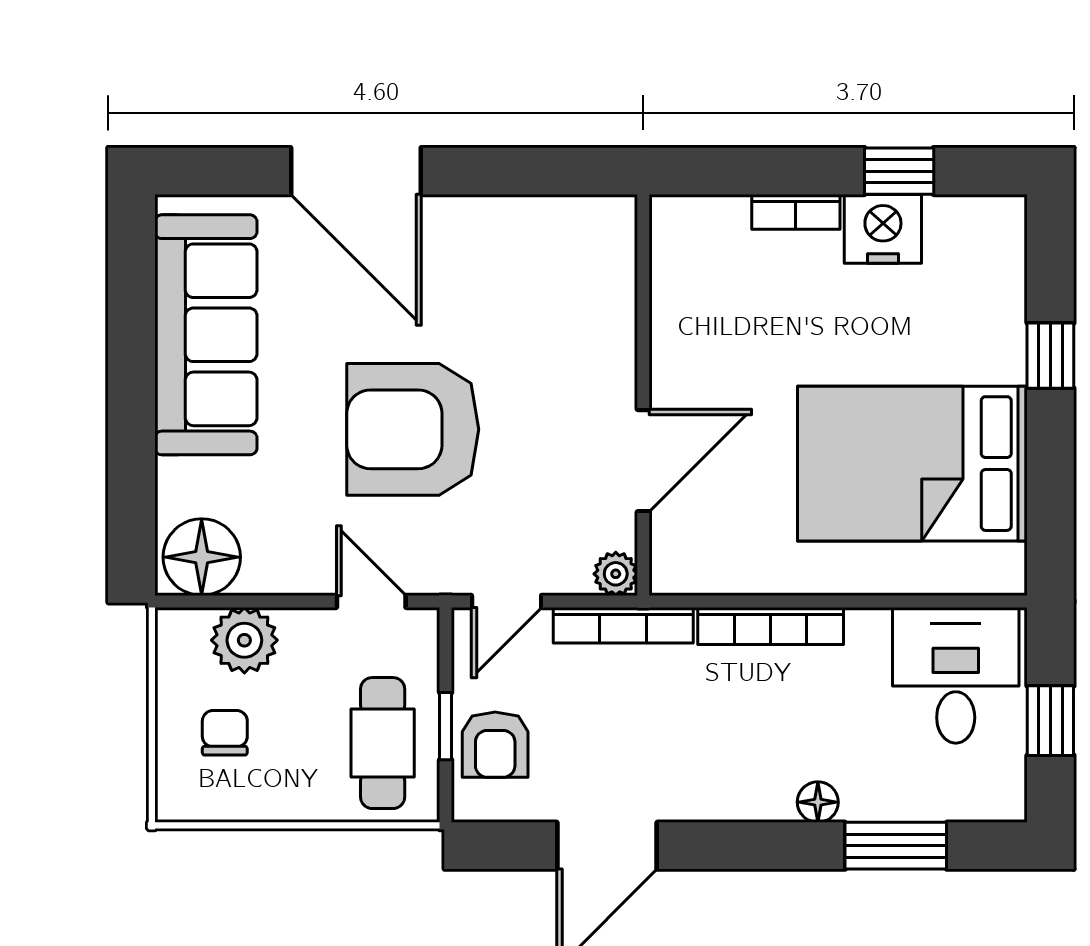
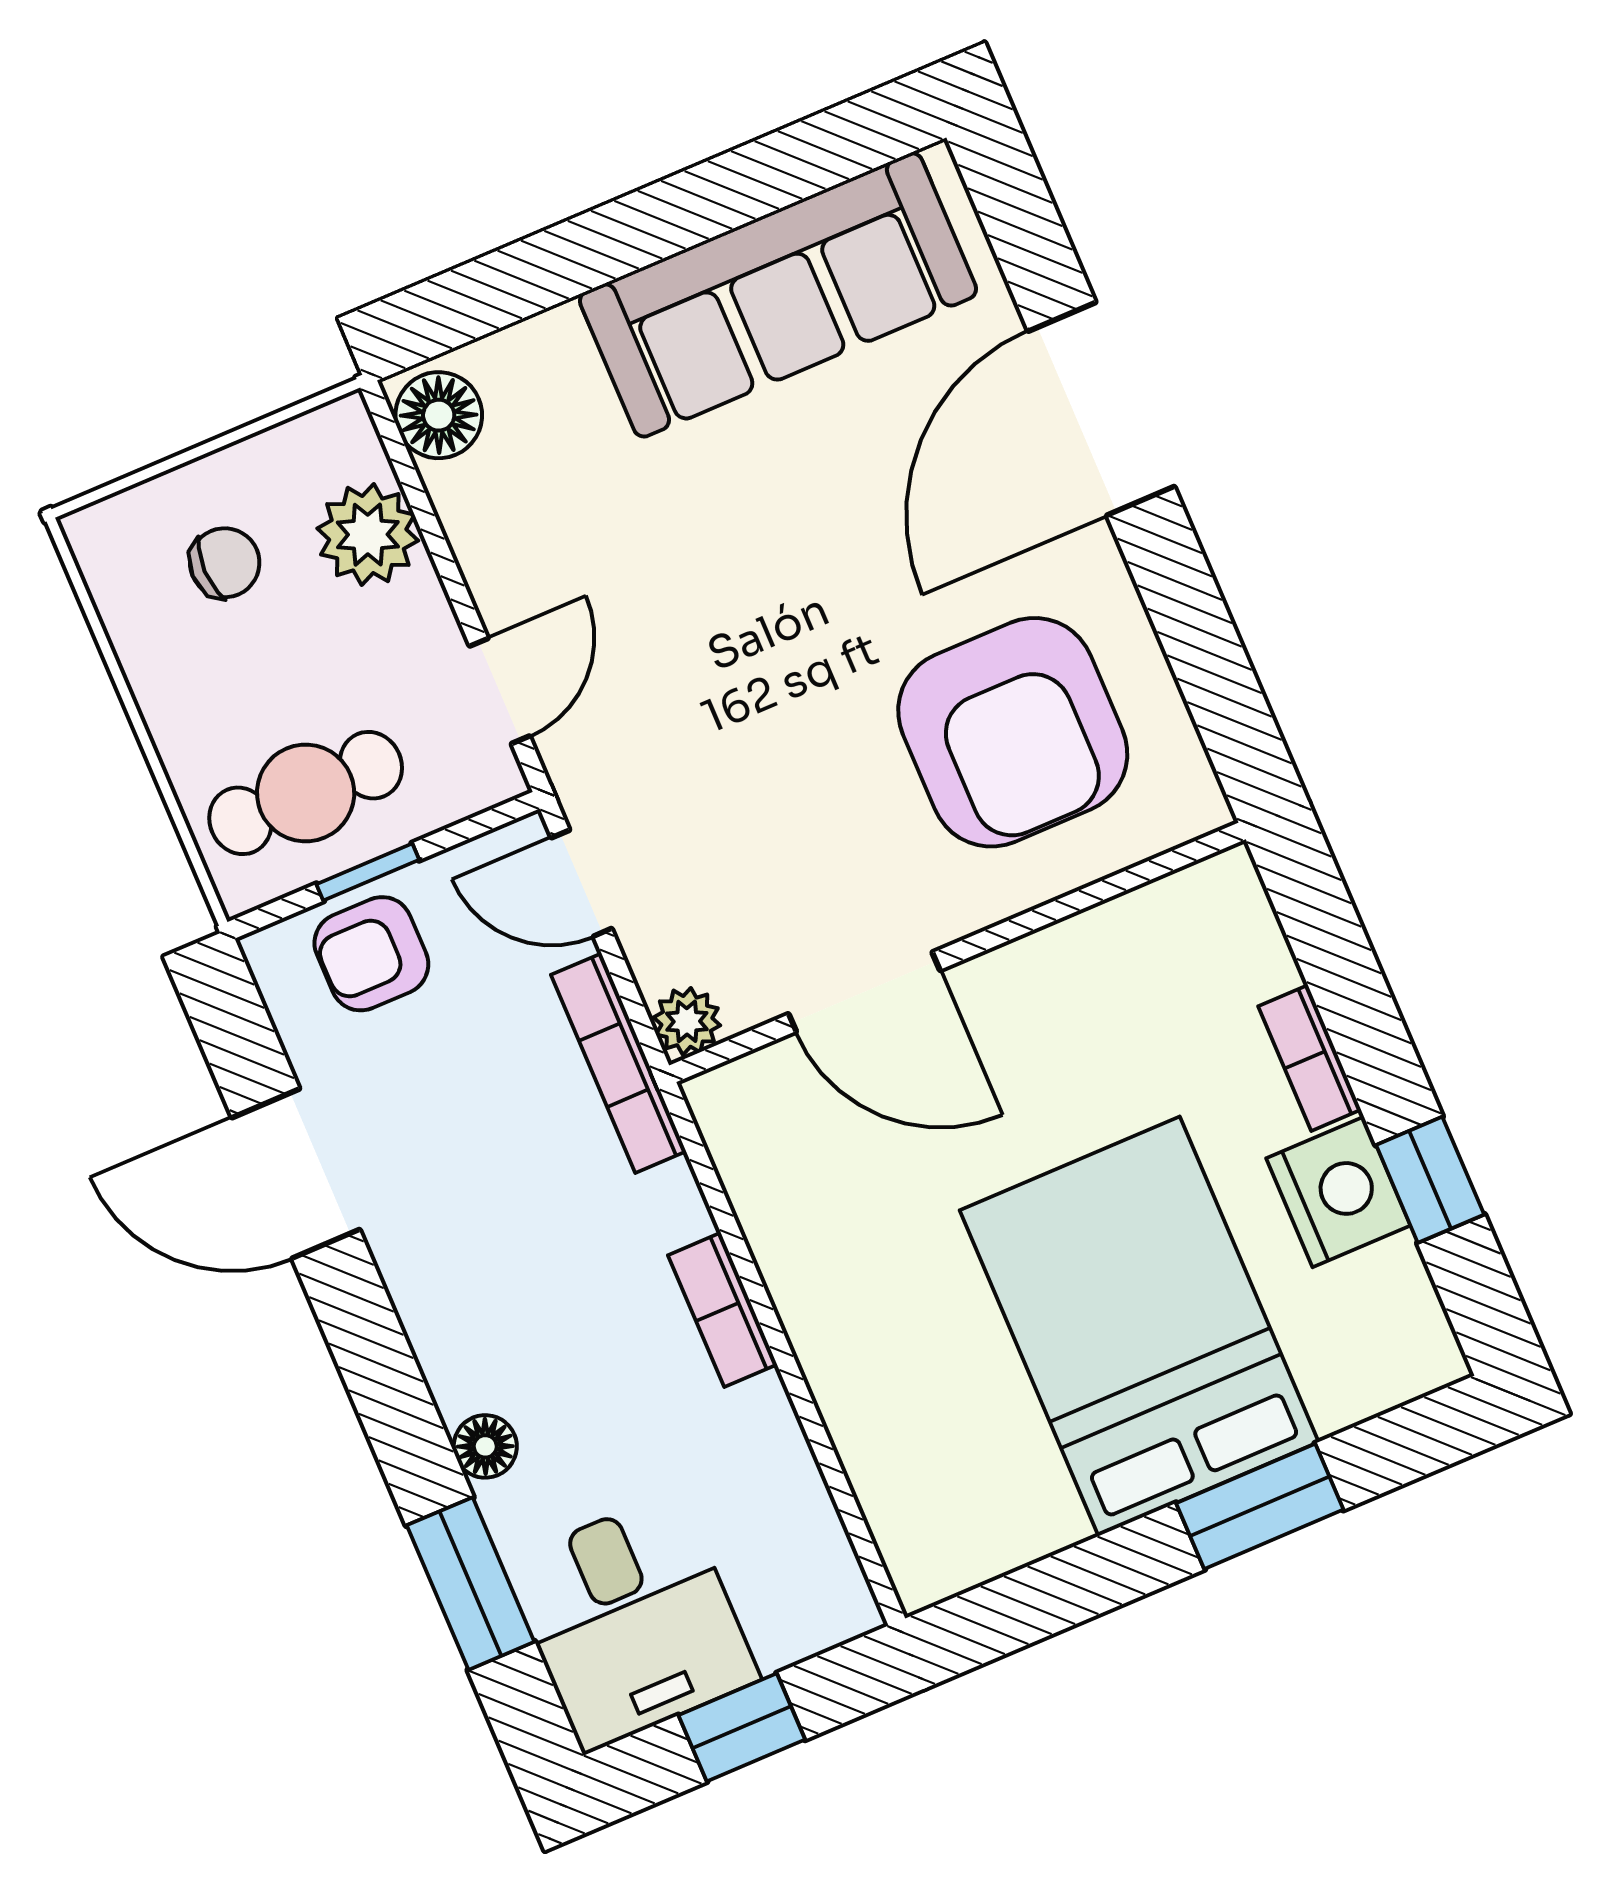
window: (1050, 356) -> (1260, 1506), width x1.50
armchair: (413, 429) -> (1013, 732), moved, turned 180
bed: (912, 464) -> (1139, 1326), moved
floor lamp: (202, 557) -> (439, 415), width x0.73, depth x0.73
bookcase: (771, 626) -> (723, 1310), width x0.64
desk: (956, 675) -> (631, 1621), moved, turned 90

